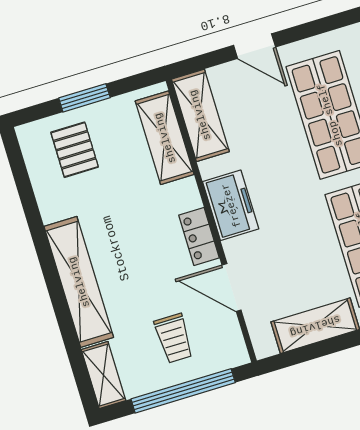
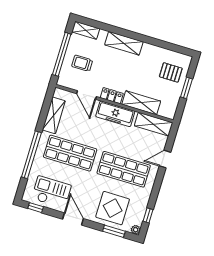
shelving: (165, 138) -> (141, 103), moved
freezer: (231, 205) -> (115, 114), width x1.40
shelving: (79, 282) -> (124, 43), width x0.68
door: (232, 288) -> (86, 95), swing flipped

